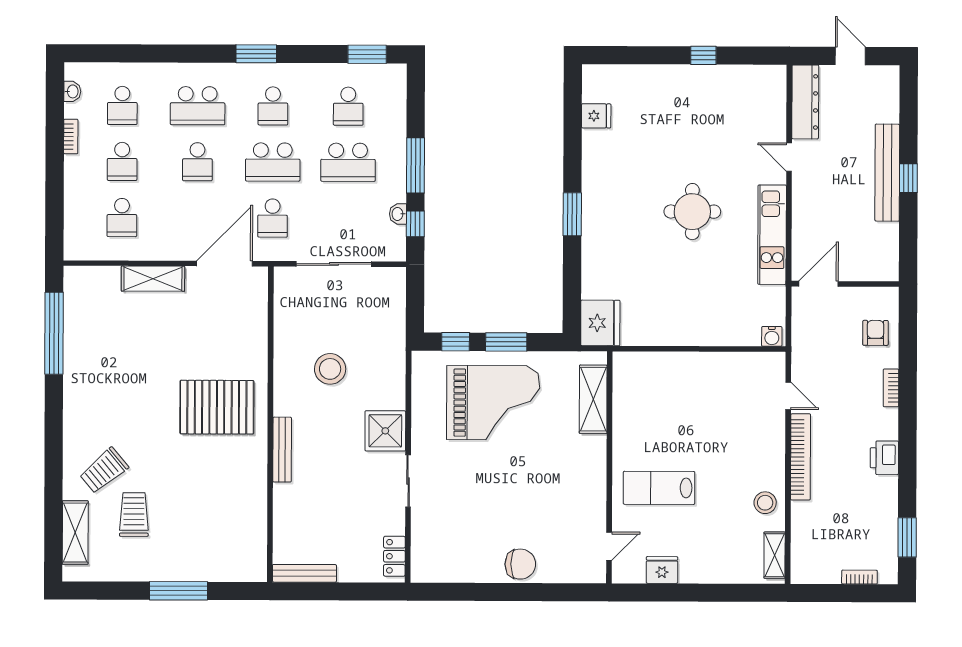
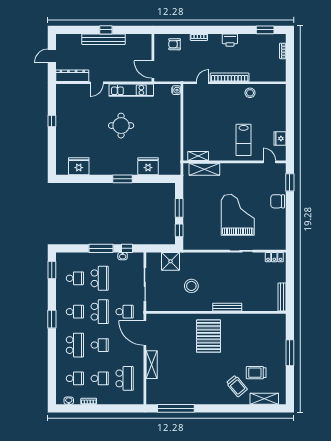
fridge: (596, 116) -> (79, 166), width x1.88, depth x1.34
school desk: (122, 218) -> (125, 378), width x1.85
fridge: (600, 323) -> (148, 166), moved
grand piano: (493, 403) -> (238, 215), moved
shower: (385, 431) -> (170, 261), moved
shelving: (775, 555) -> (198, 156), moved
chair: (520, 564) -> (278, 201), turned -90
window: (563, 592) -> (290, 182), added

